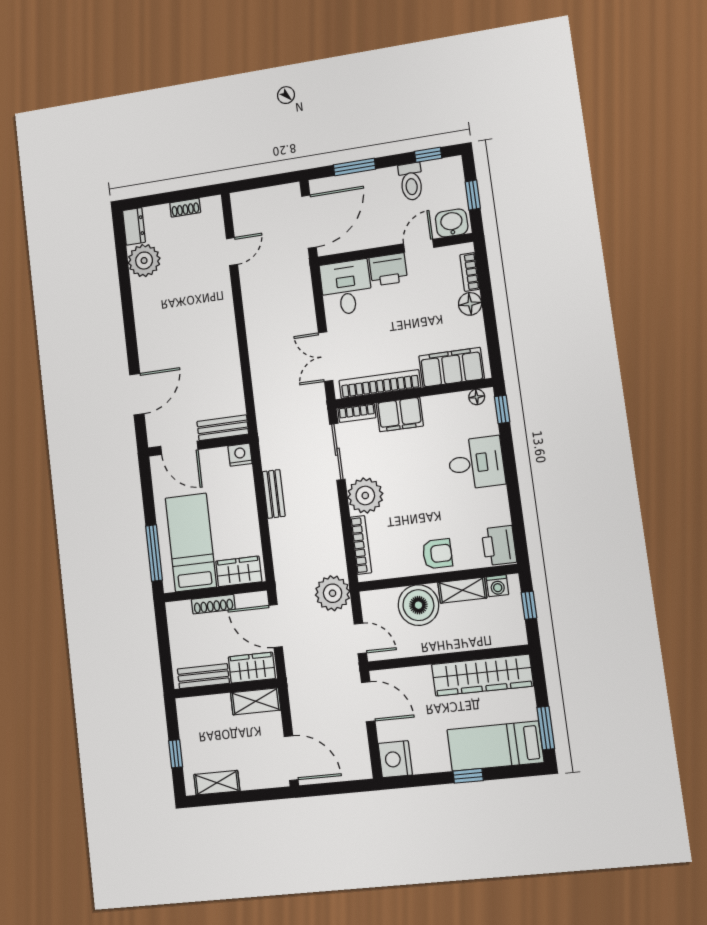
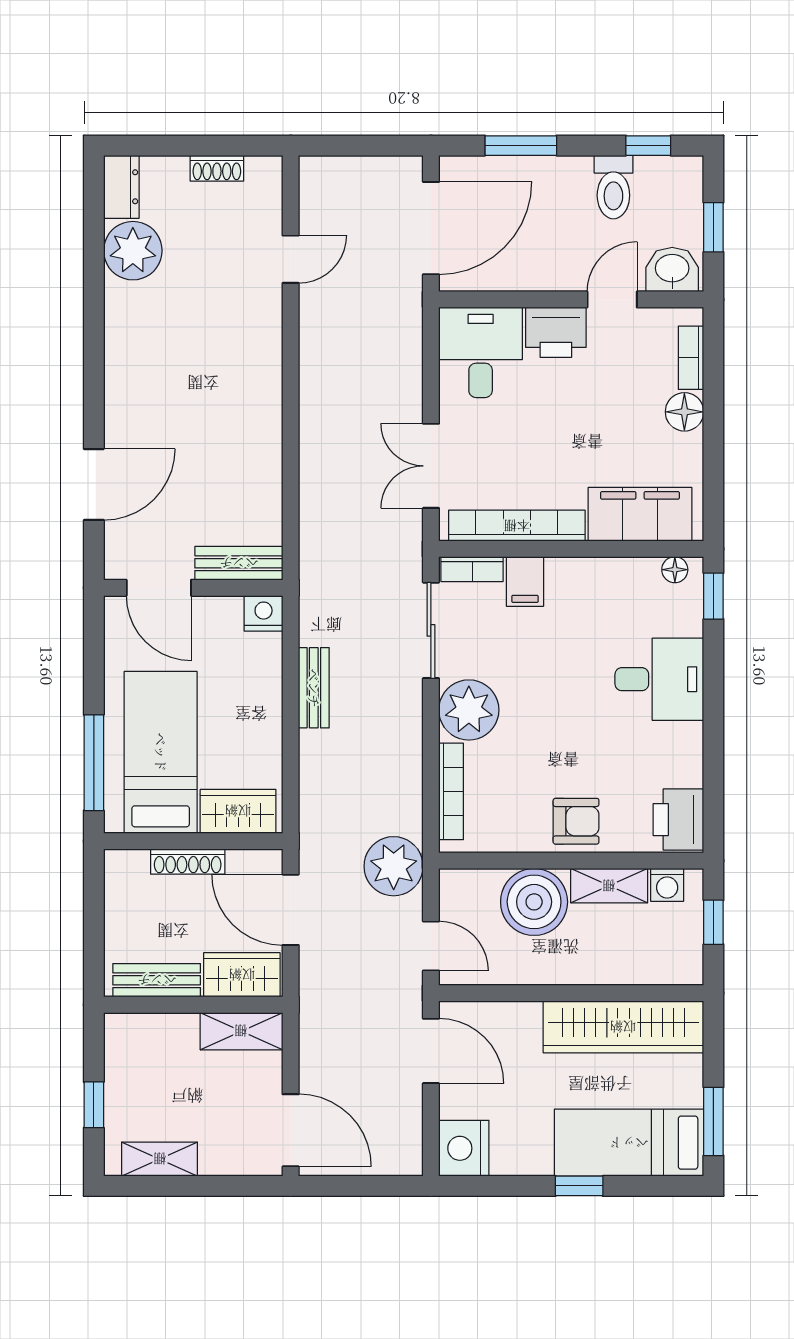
filing cabinet: (400, 414) -> (525, 581), width x0.50

